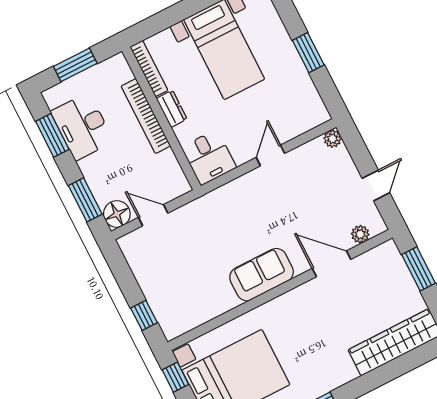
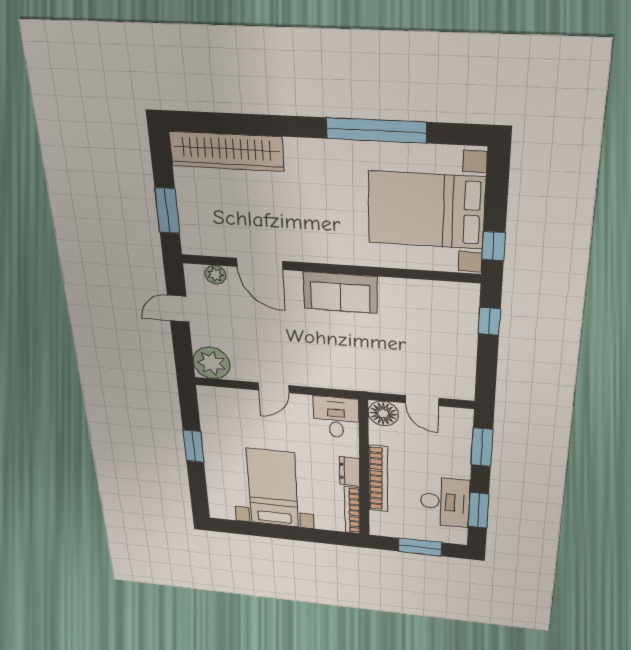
plant: (332, 139) -> (211, 363), width x1.88, depth x1.88
floor lamp: (117, 214) -> (383, 414), moved

